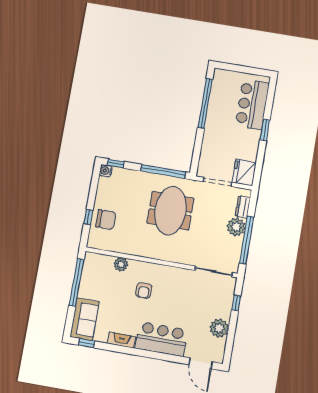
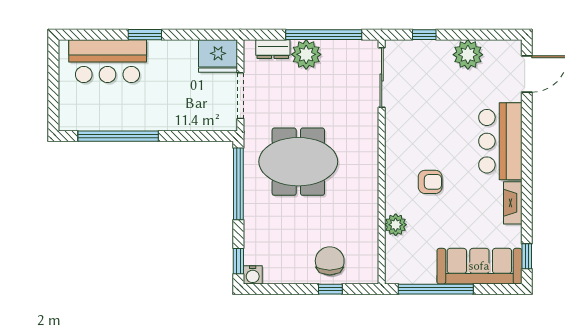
sofa: (85, 319) -> (479, 266), width x1.36

